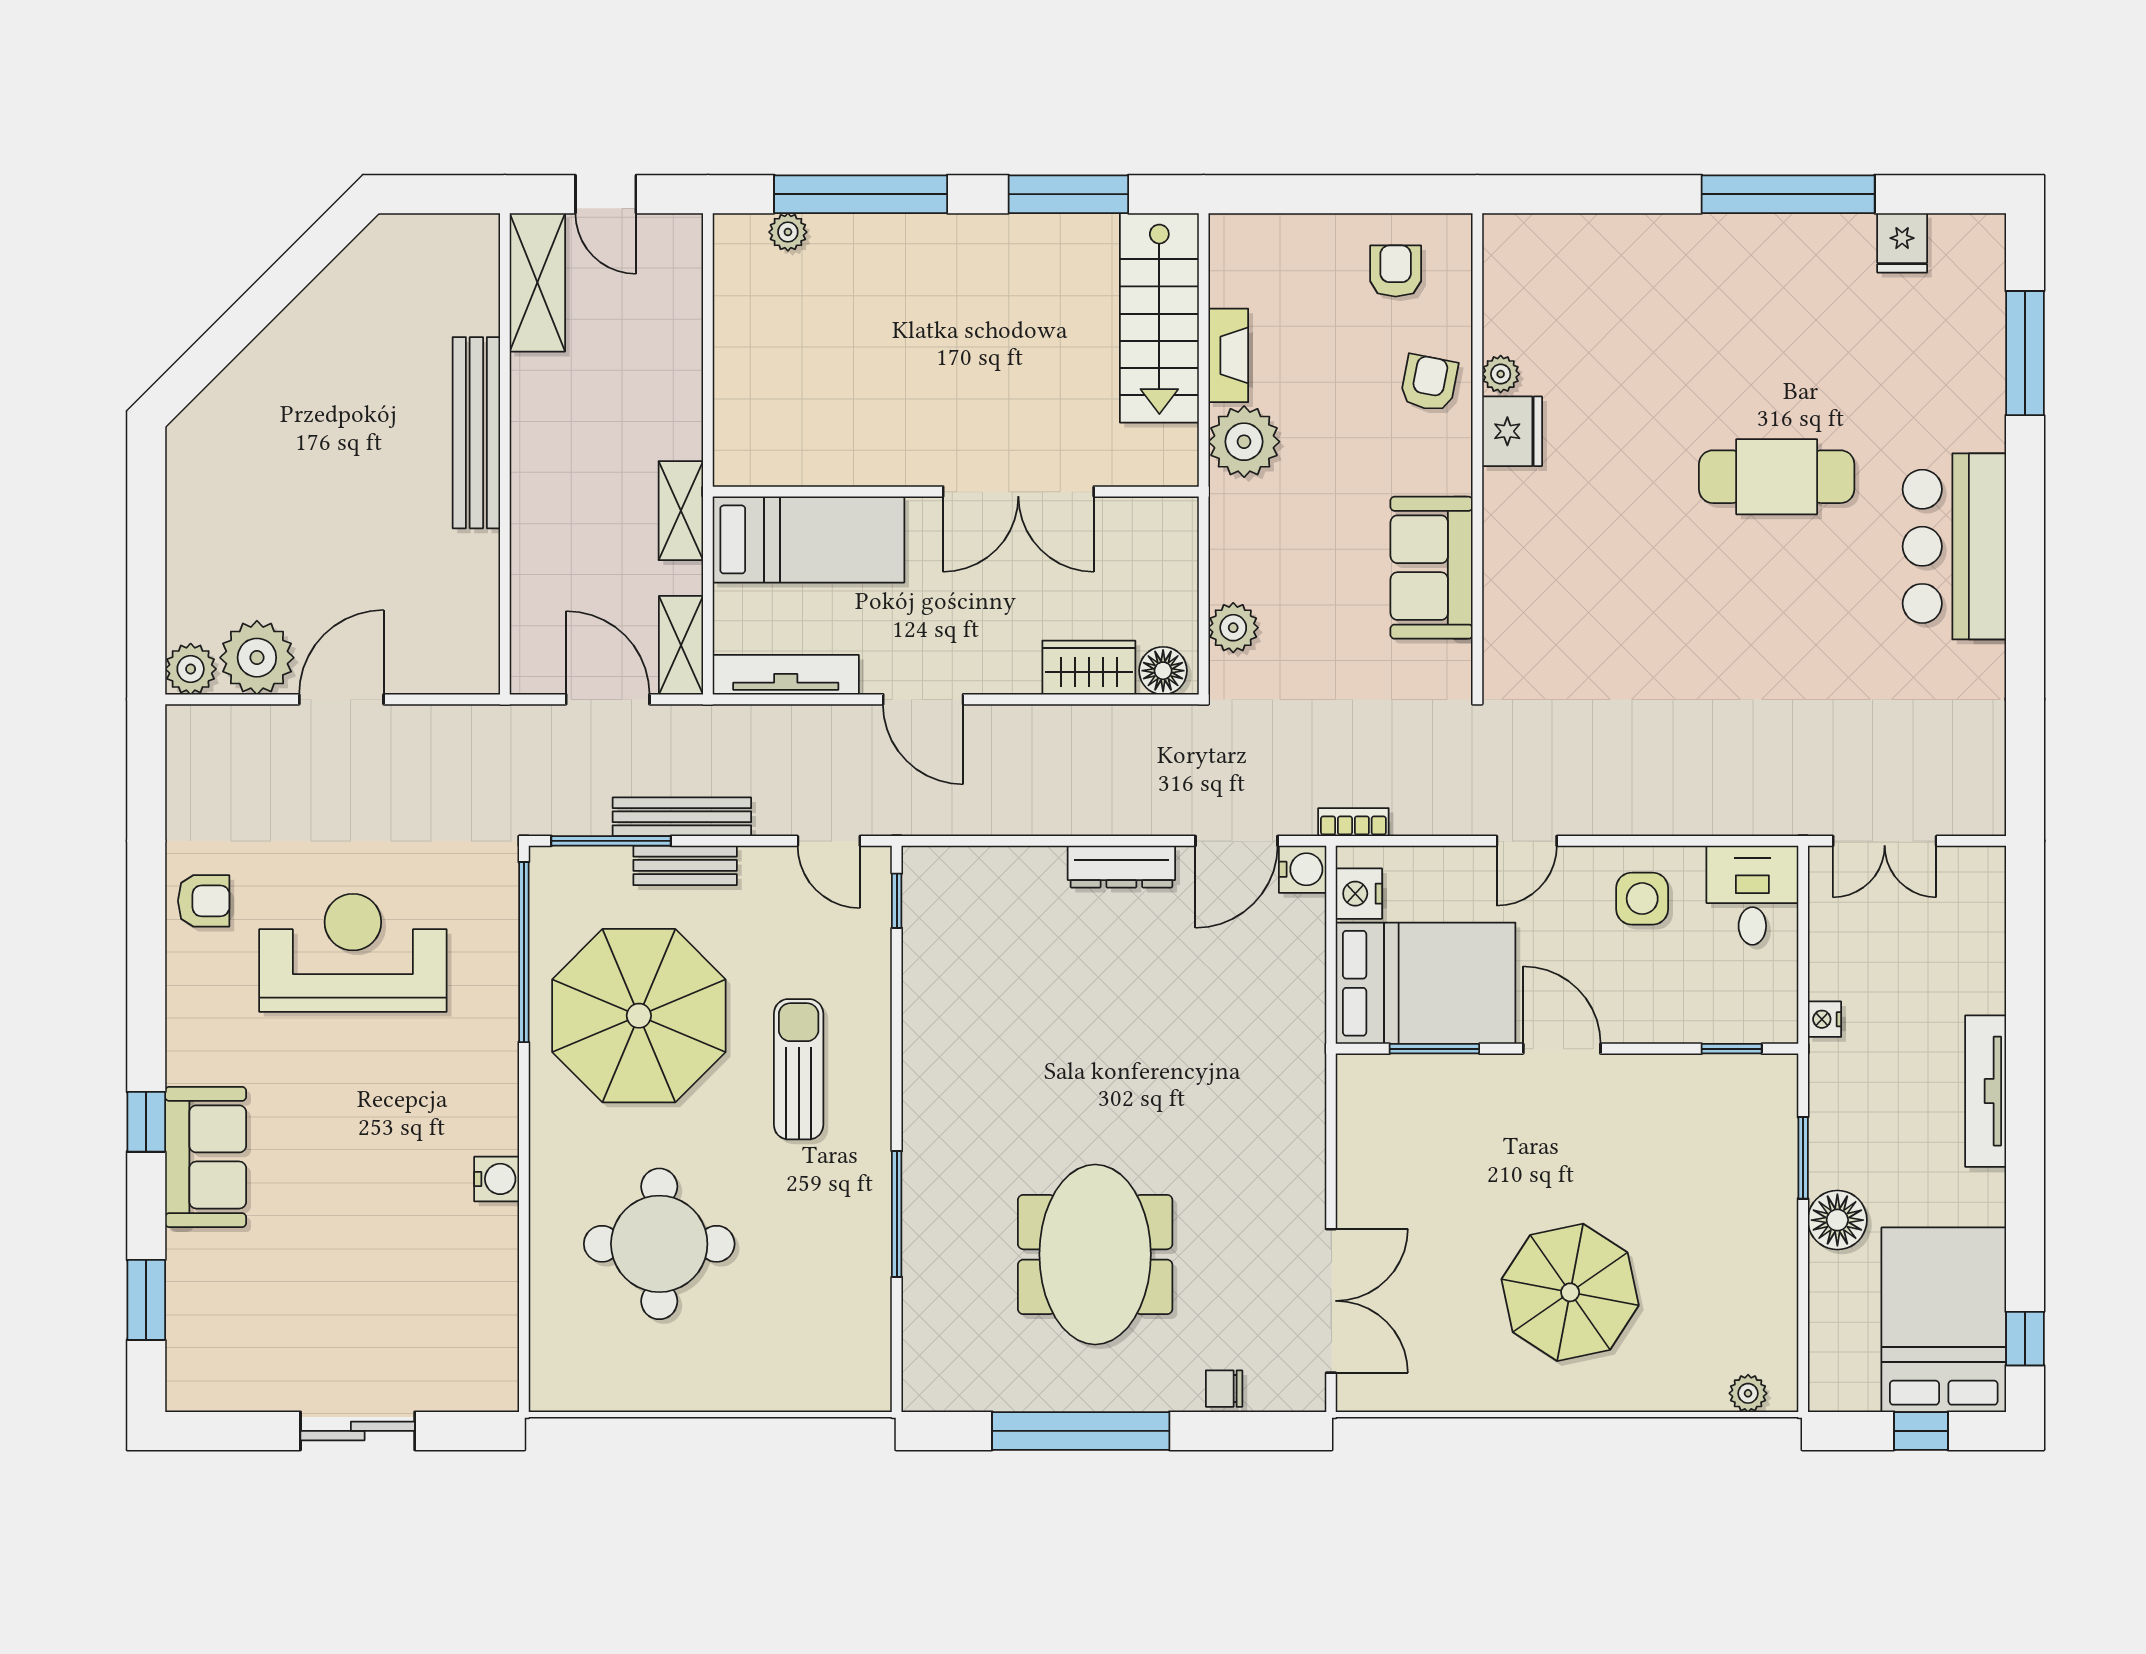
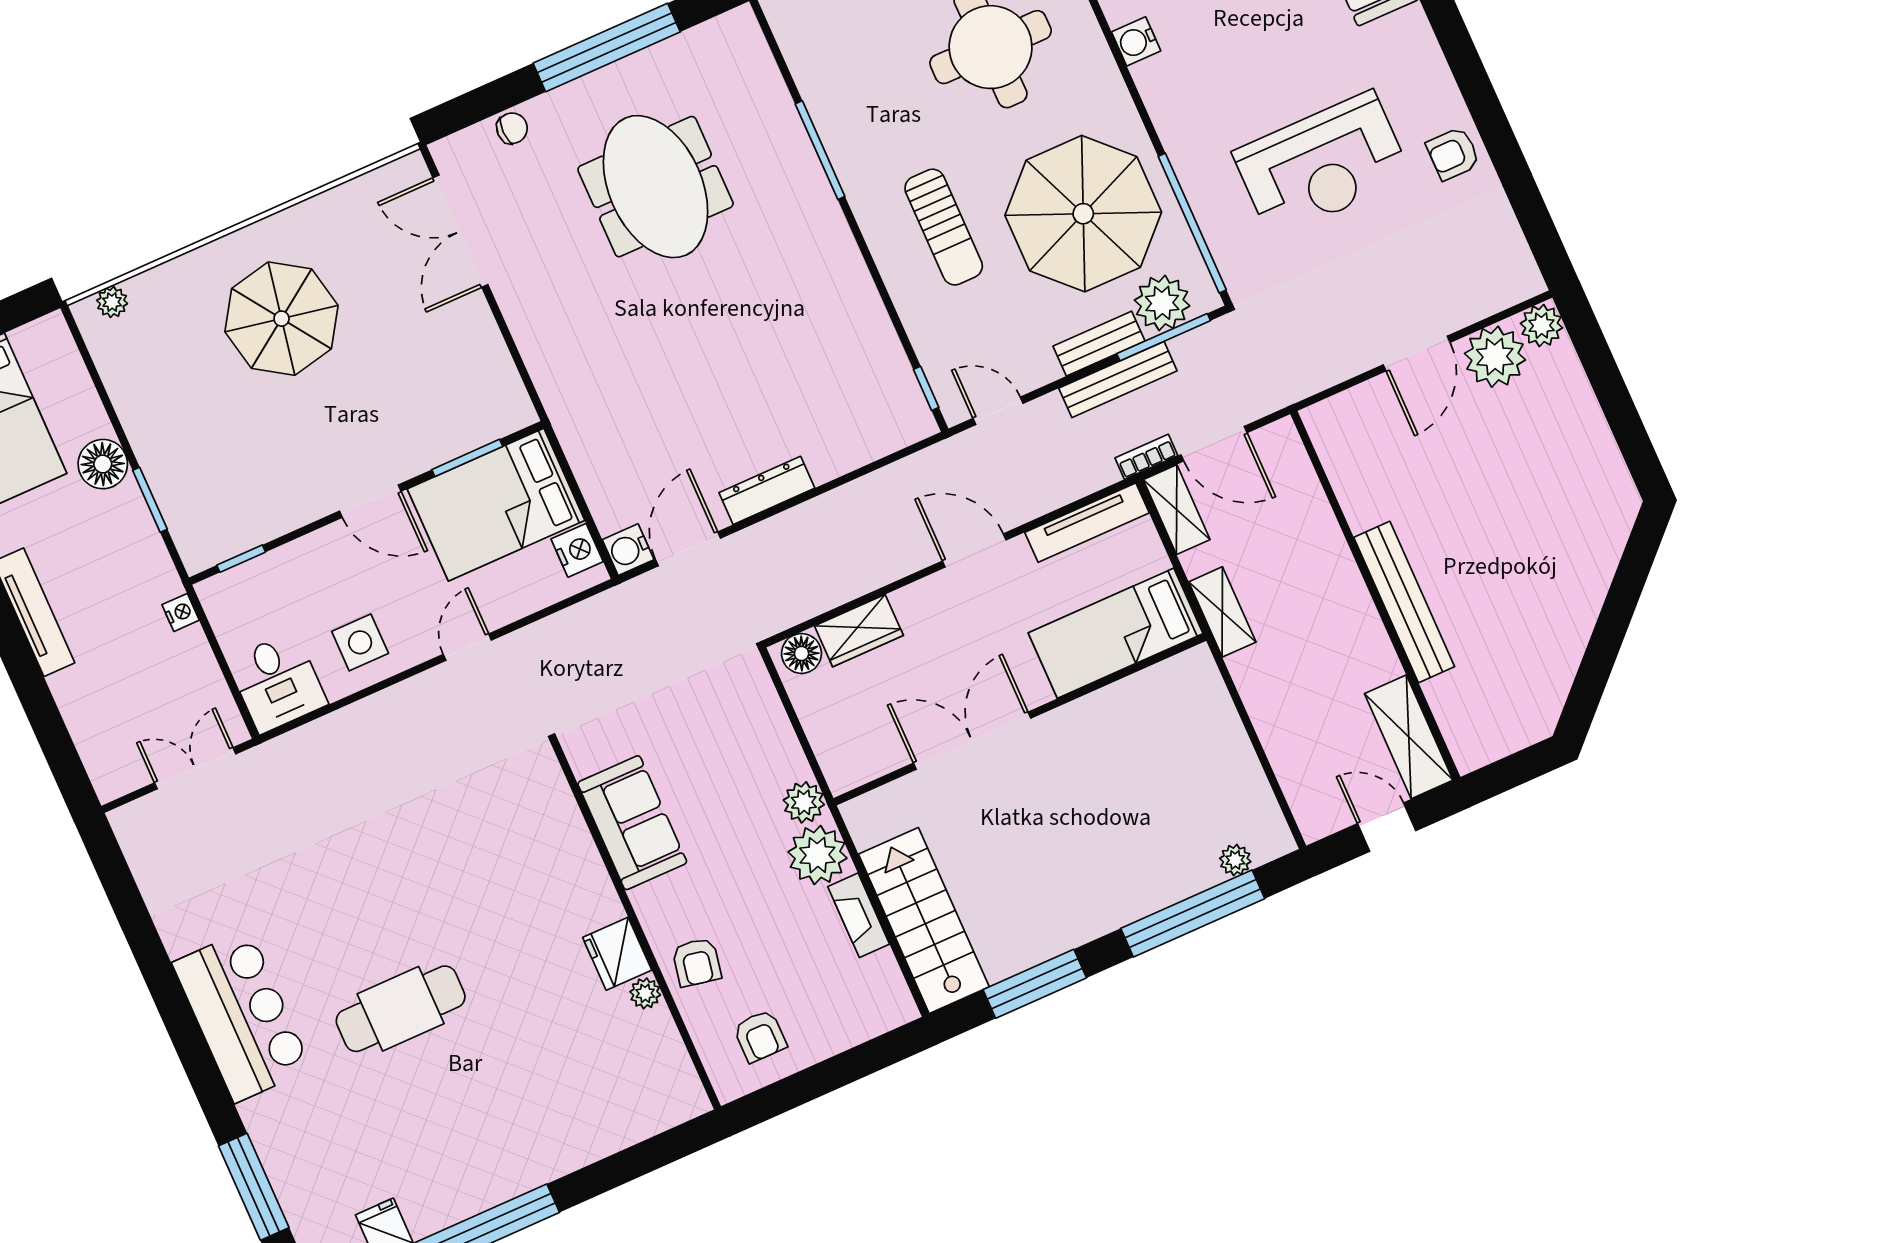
plant: (1233, 628) -> (804, 802), moved
bookcase: (1353, 822) -> (1146, 457), moved, turned 180
plant: (596, 879) -> (1162, 303), added

